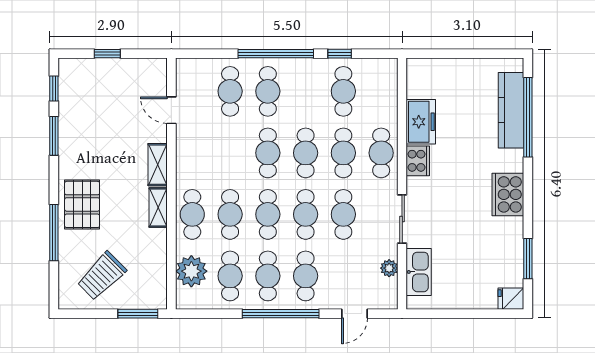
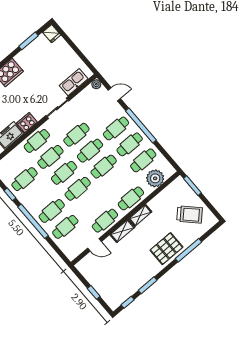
door: (171, 110) -> (94, 245), hinge flipped
cafe table: (230, 214) -> (105, 221), moved
plant: (389, 268) -> (96, 84), moved

